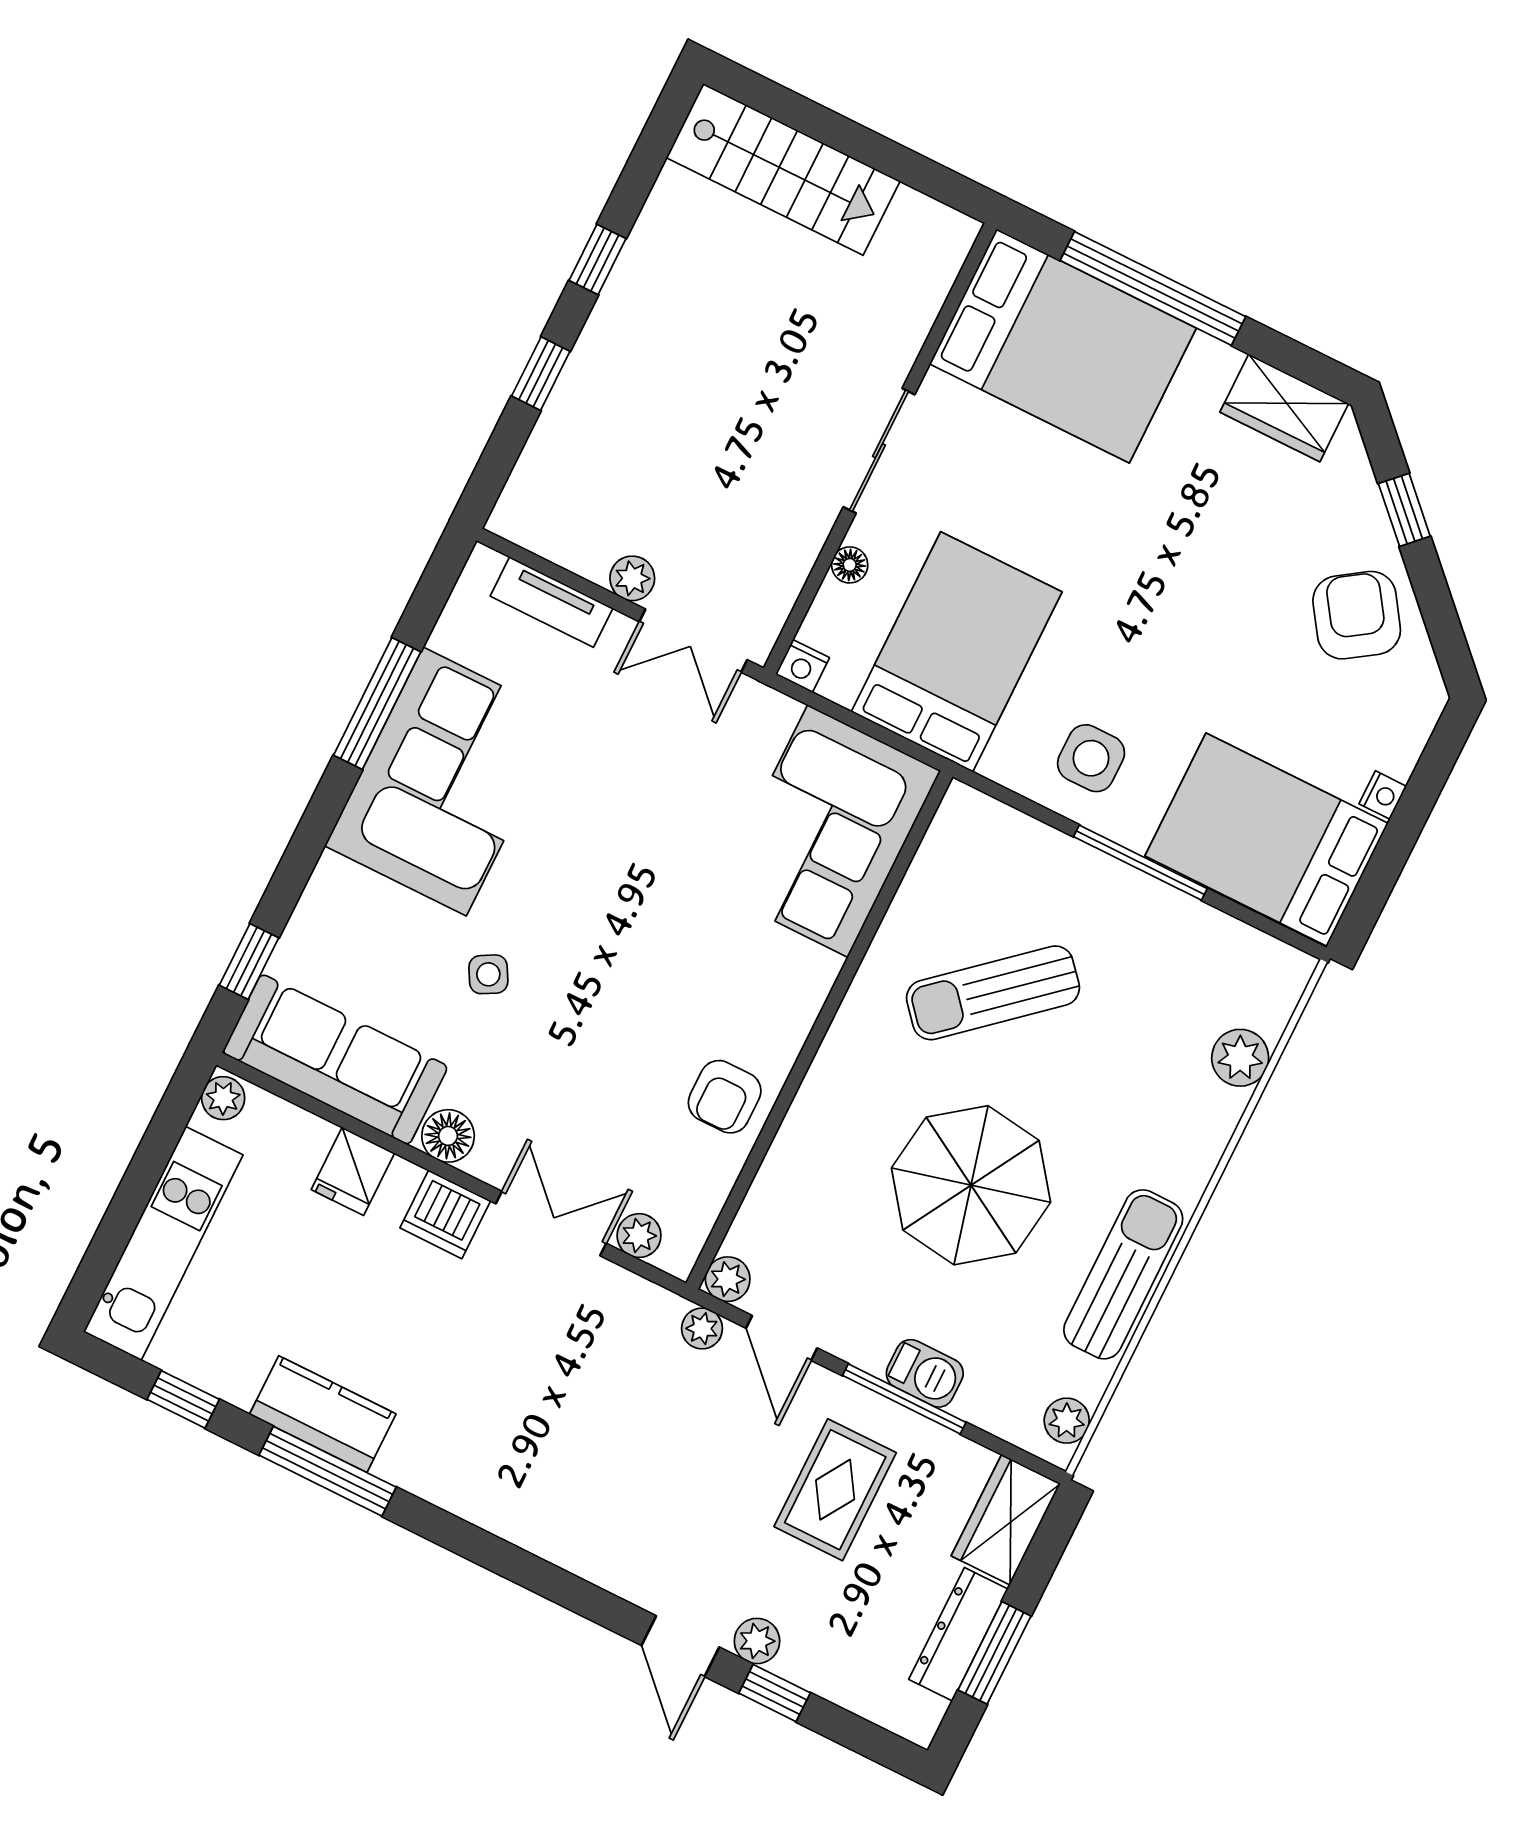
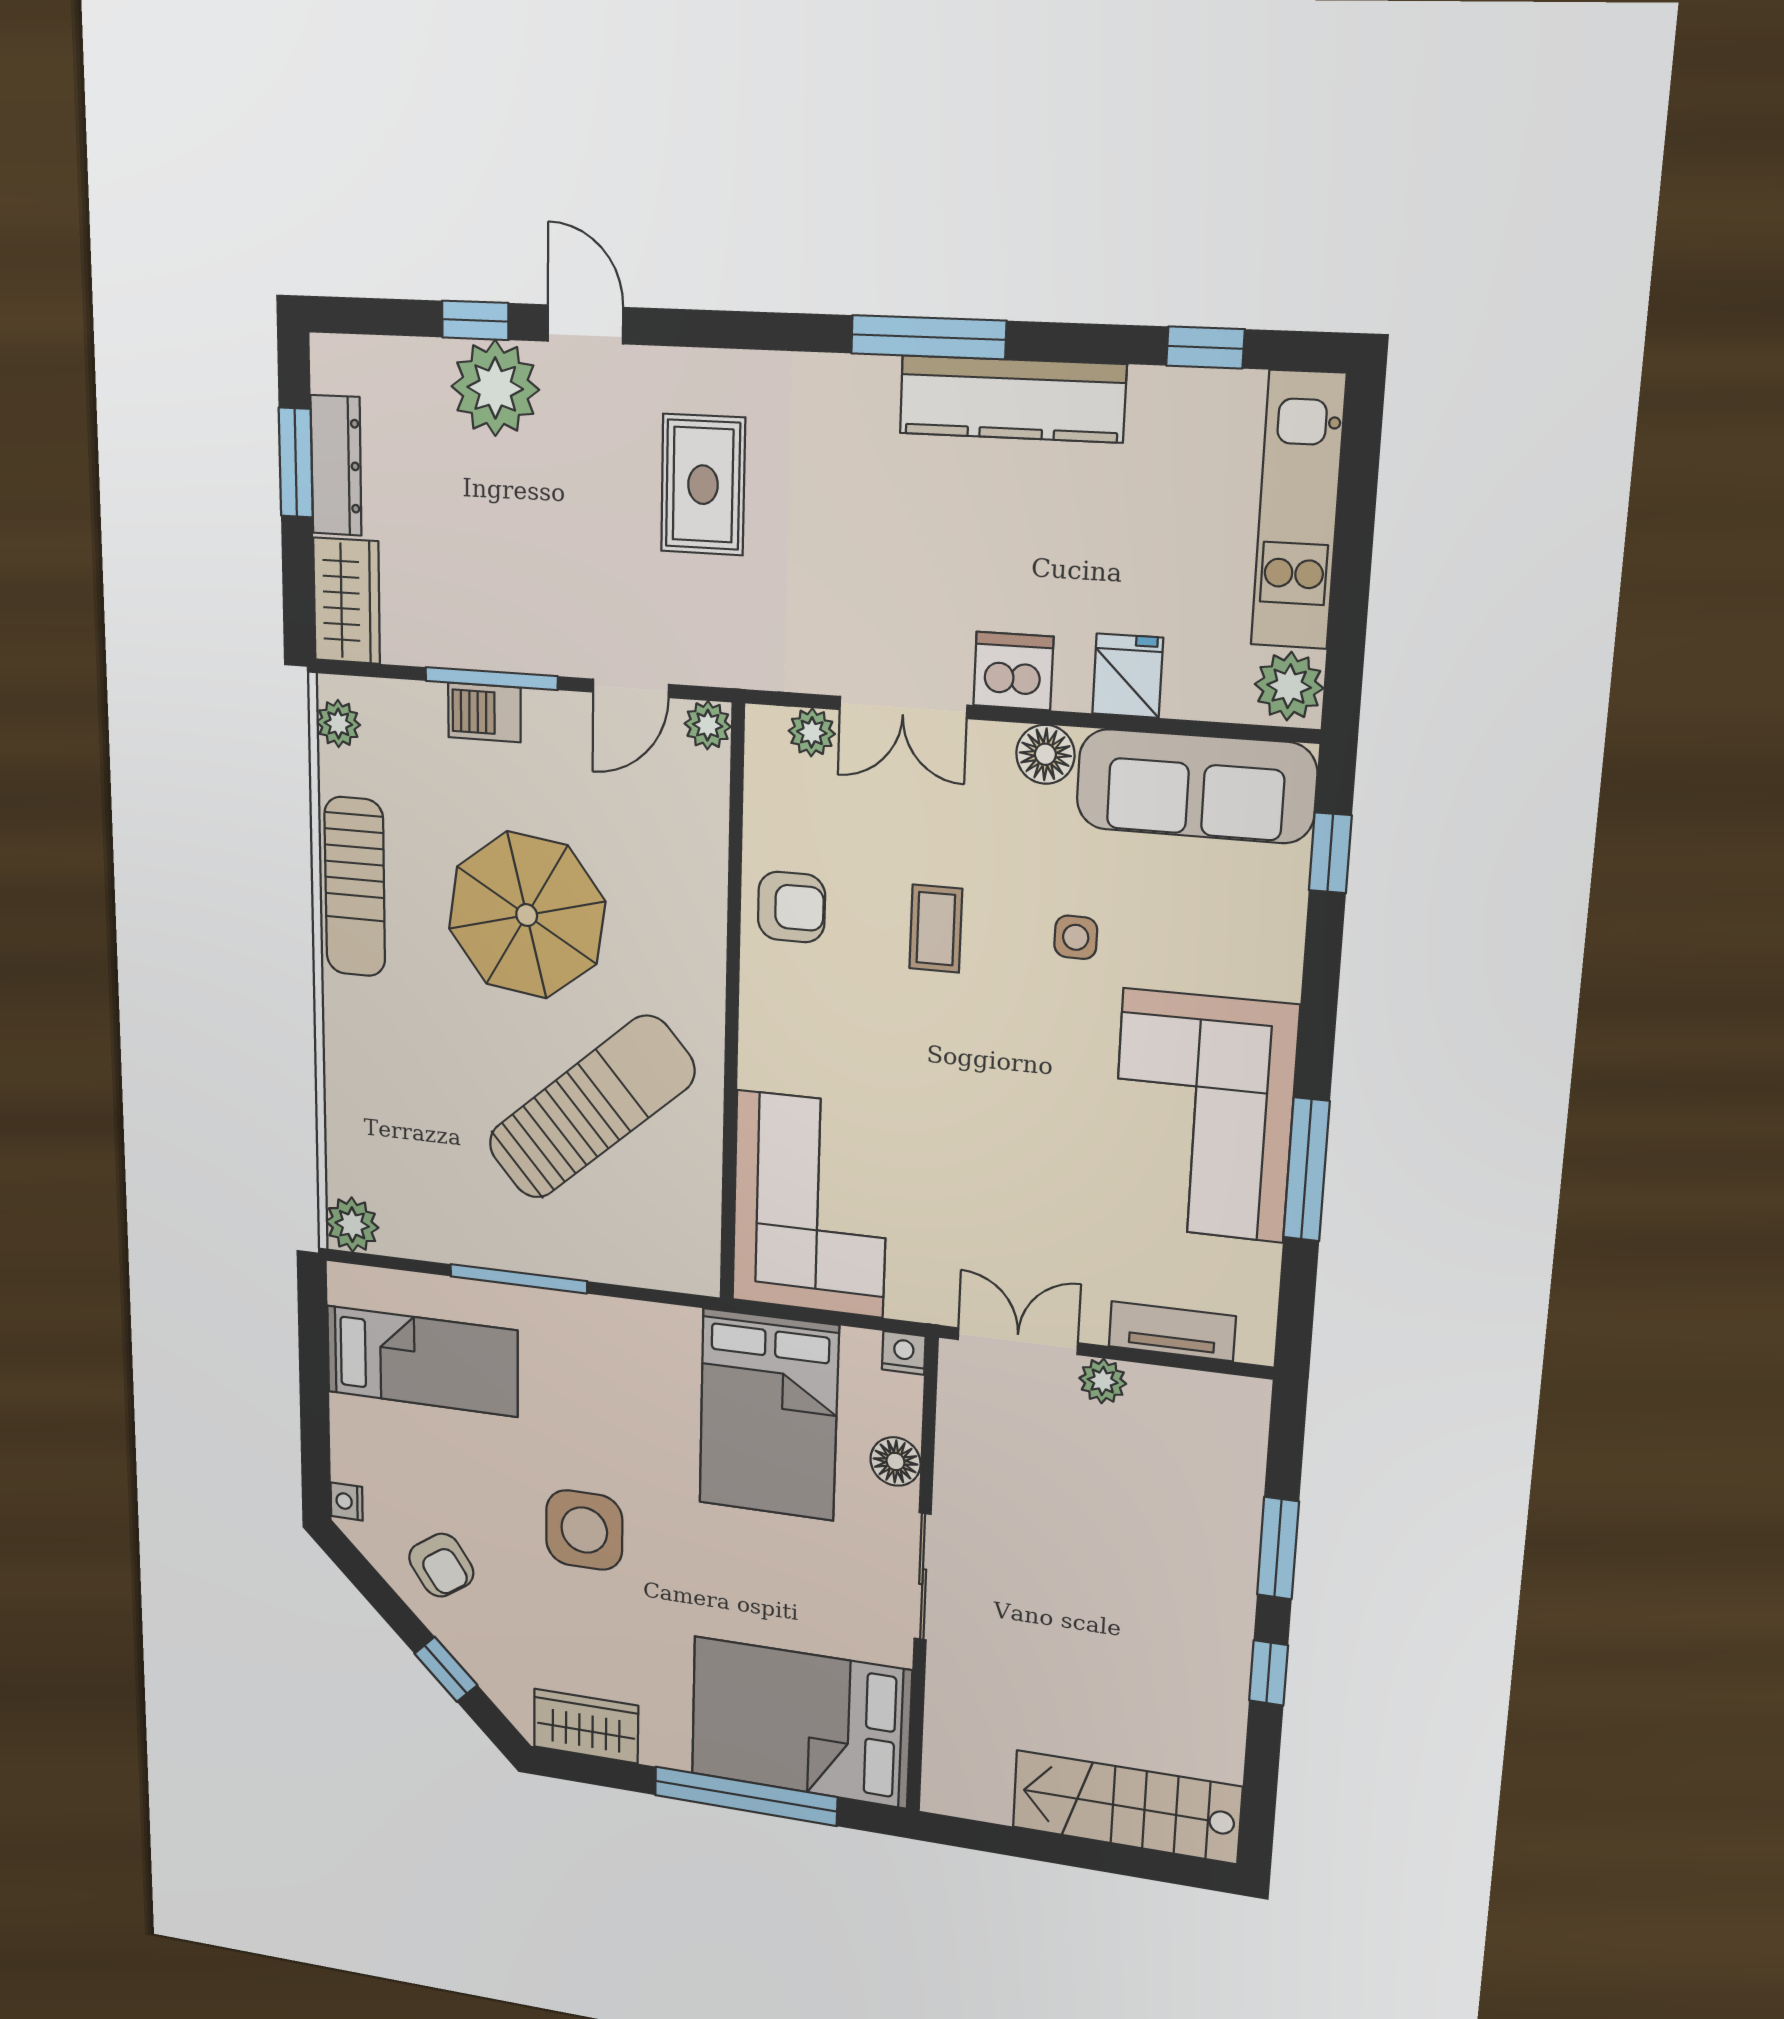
window: (541, 374) -> (1278, 1548), width x1.50
floor lamp: (850, 565) -> (895, 1461), width x1.37, depth x1.37
armchair: (1357, 615) -> (441, 1565), width x0.72, depth x0.72
side table: (1091, 758) -> (584, 1530), moved, width x1.37, depth x1.37
nightstand: (1383, 795) -> (347, 1501), moved
bed: (1267, 840) -> (422, 1361), width x0.67
side table: (488, 974) -> (1076, 937), turned 30
sun lounger: (993, 993) -> (591, 1107), width x1.36, depth x1.34
coffee table: (606, 1029) -> (936, 929), added
plant: (1240, 1058) -> (352, 1225), moved
armchair: (725, 1097) -> (791, 907), turned 90
plant: (223, 1098) -> (1289, 686), width x1.38, depth x1.38
plant: (702, 1328) -> (710, 664), removed
door: (782, 1338) -> (631, 688), swing flipped
kitchen counter: (323, 1414) -> (1012, 399), width x1.50
window: (328, 1471) -> (928, 337), moved
rug: (835, 1490) -> (703, 485), moved
plant: (757, 1641) -> (495, 388), width x1.87, depth x1.87

